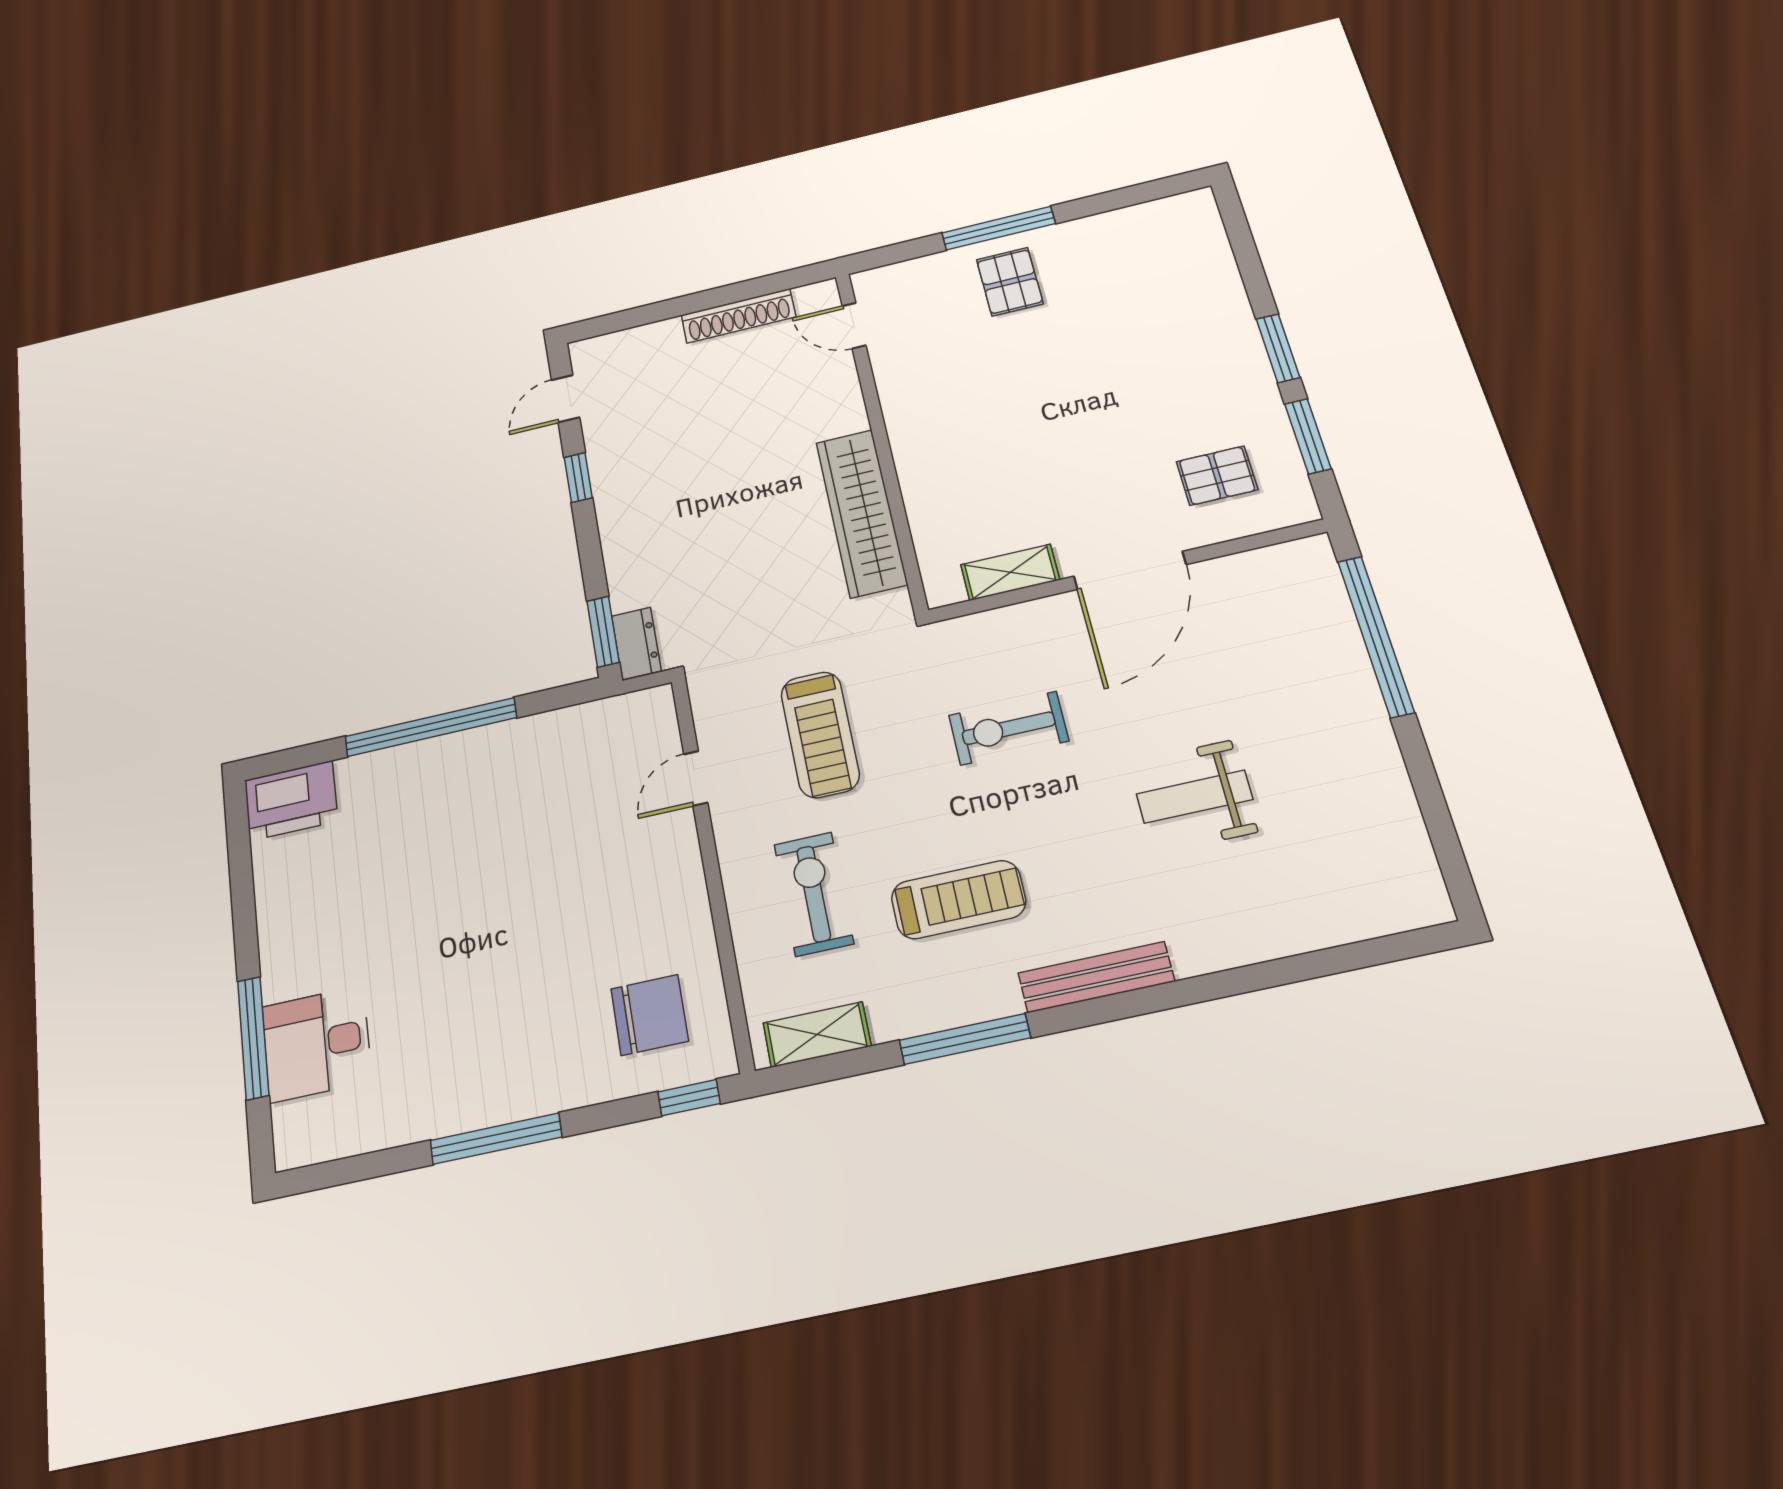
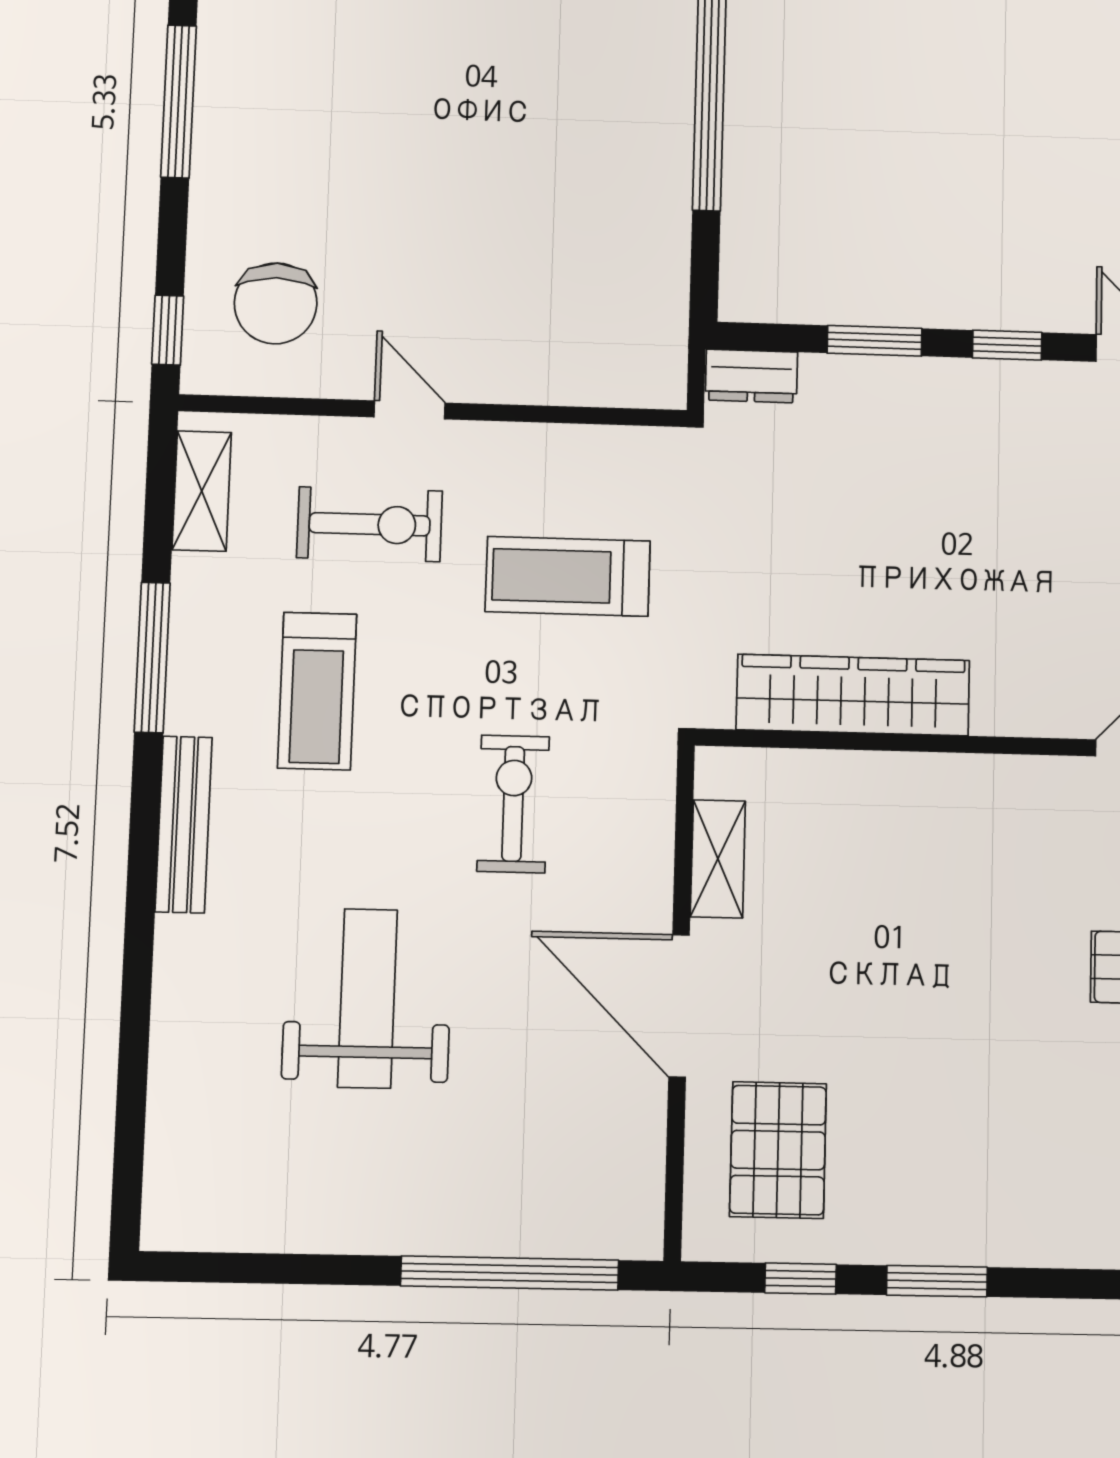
window: (1308, 436) -> (801, 1279), width x0.67
pallet: (1217, 476) -> (778, 1150), width x1.50, depth x1.42
window: (603, 632) -> (875, 341), moved
door: (696, 778) -> (410, 410), moved
weight bench: (1194, 797) -> (367, 998), width x1.36, depth x1.33

